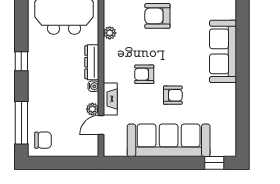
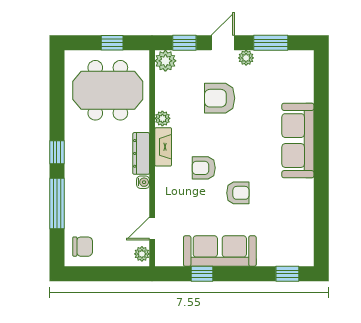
fireplace: (110, 99) -> (163, 147), moved
plant: (92, 109) -> (142, 254), moved
window: (21, 123) -> (57, 203), moved
sofa: (169, 140) -> (220, 251), width x0.74, depth x0.79
window: (143, 163) -> (202, 274), added

